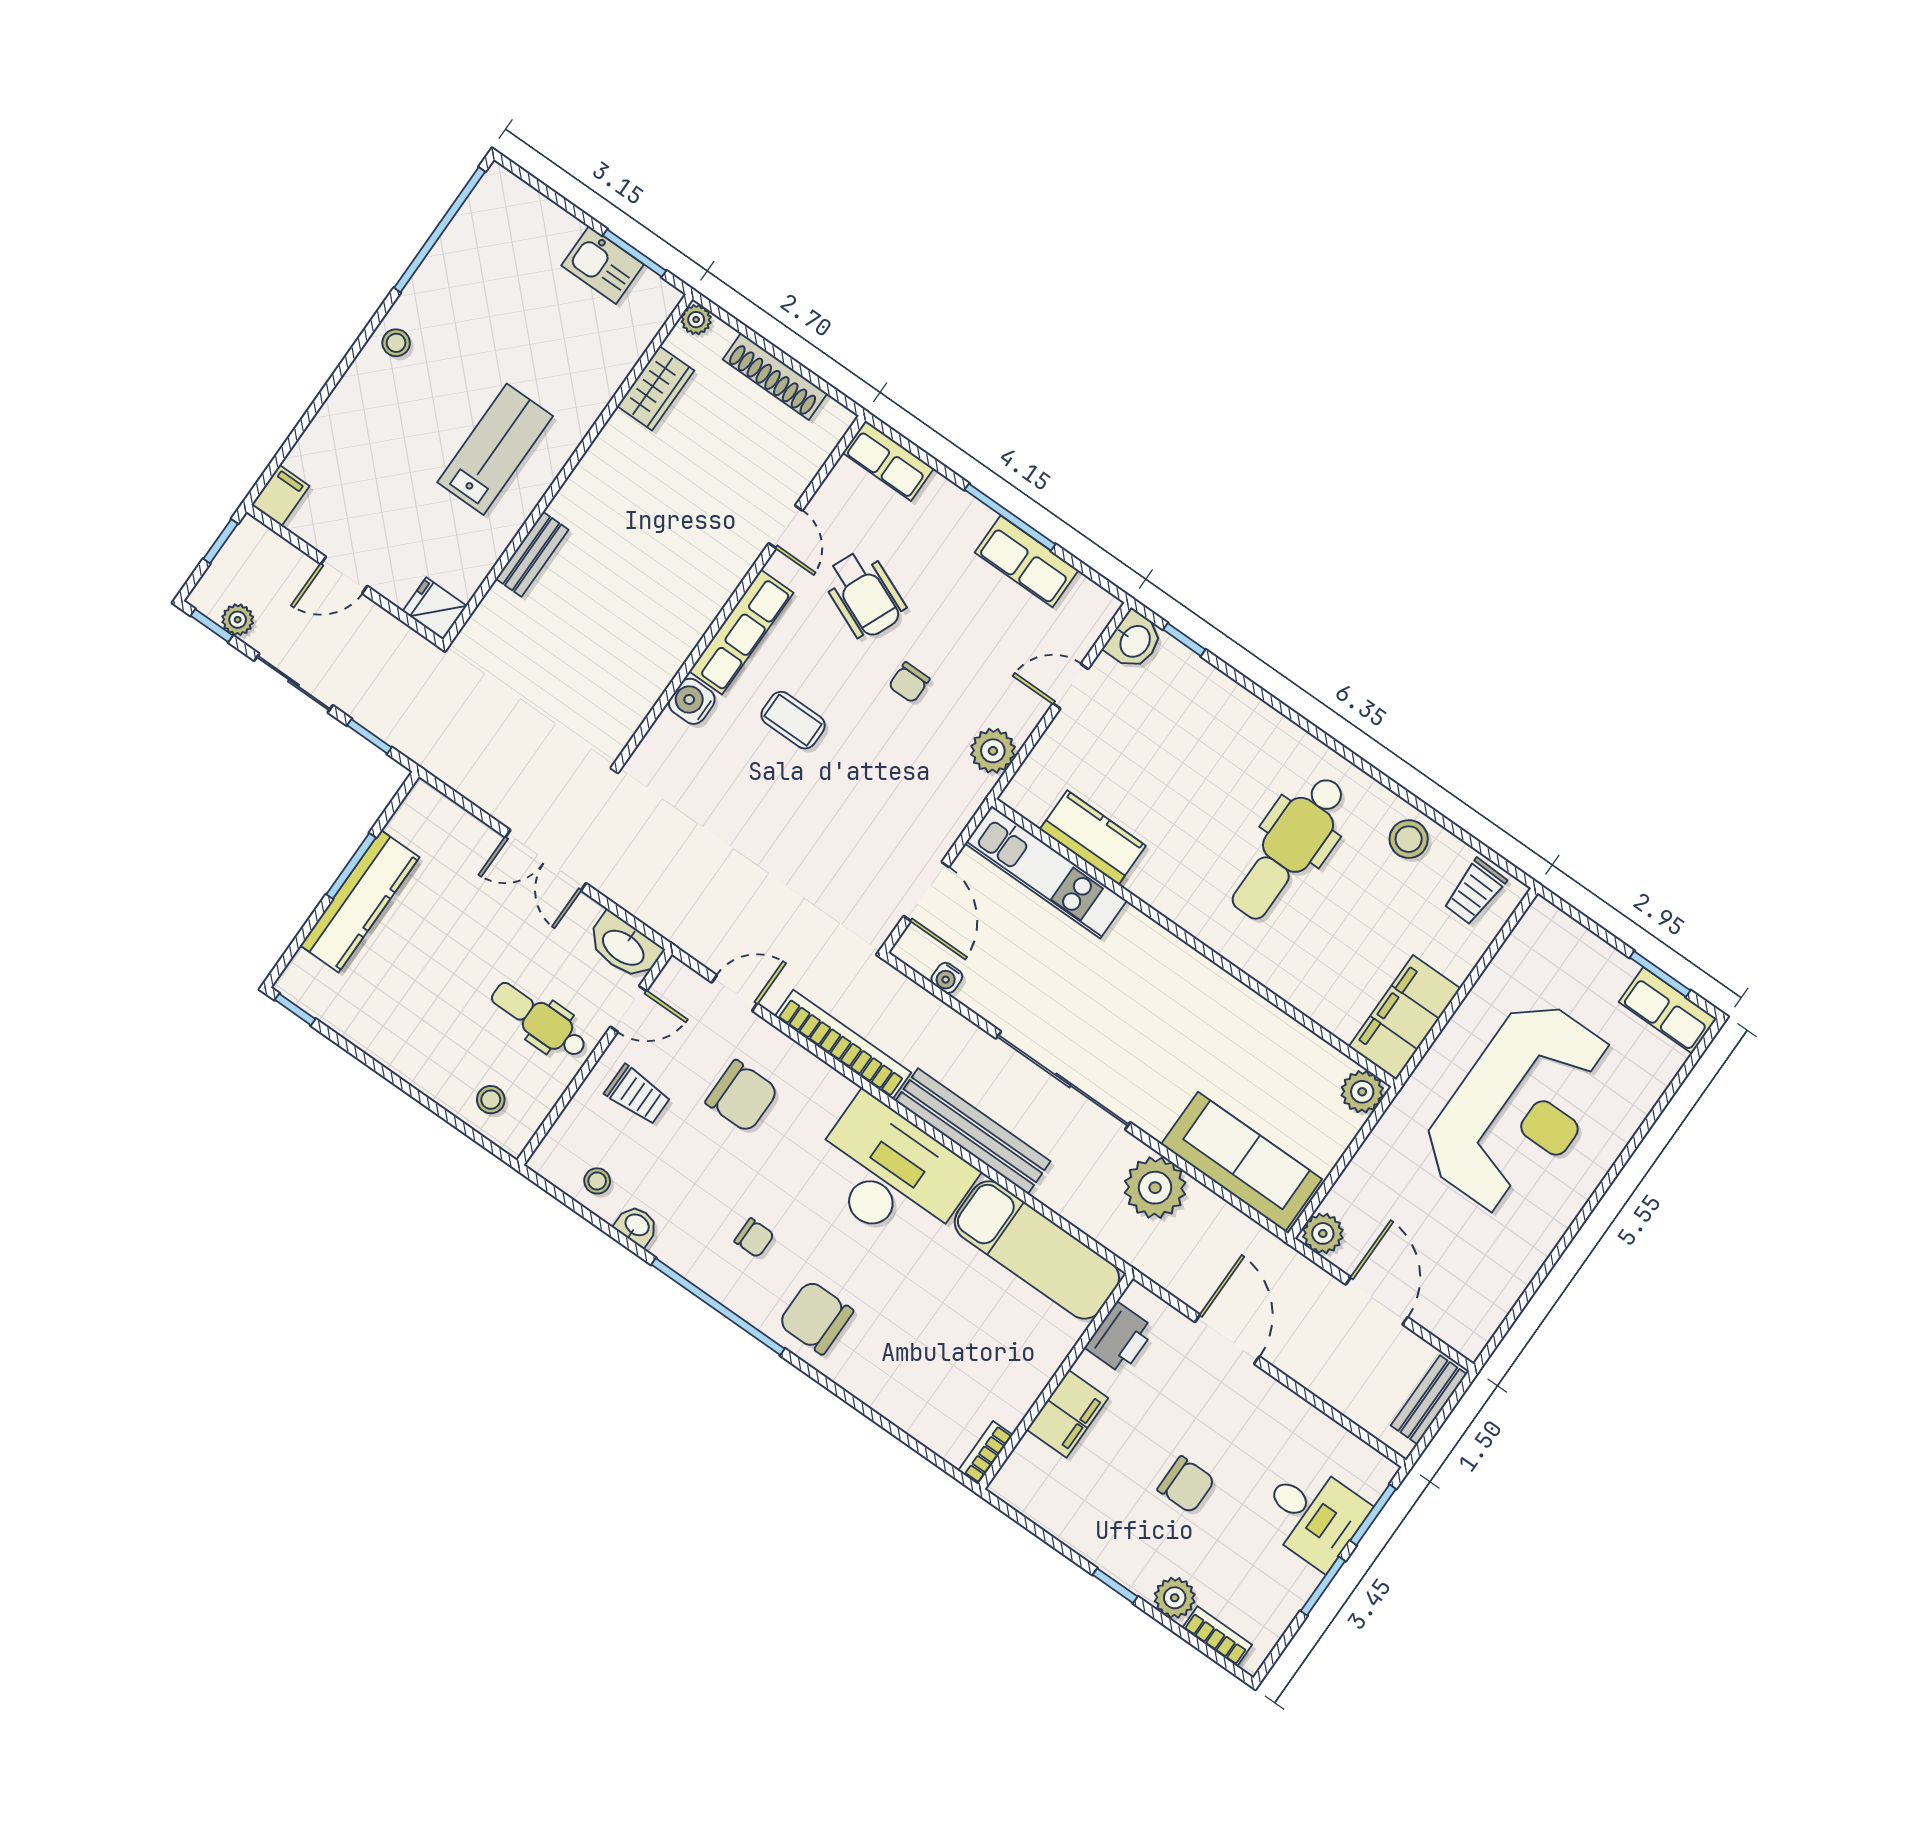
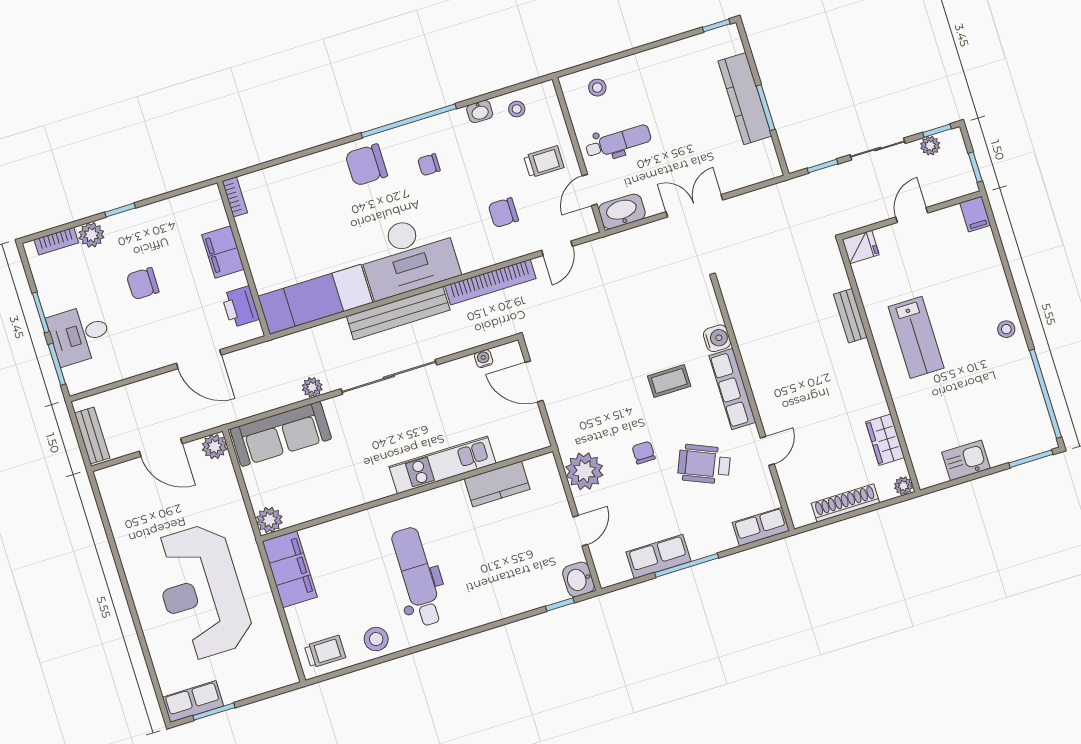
window: (635, 253) -> (1031, 459), moved
door: (786, 527) -> (767, 451), swing flipped
plant: (993, 751) -> (584, 471), width x1.36, depth x1.36
kitchen unit: (1046, 872) -> (442, 465), moved
trolley: (1475, 892) -> (325, 652), turned 88
trolley: (638, 1095) -> (544, 162), turned 180
chair: (742, 1096) -> (503, 213), width x0.73, depth x0.73
plant: (1155, 1188) -> (312, 387), width x0.53, depth x0.53
chair: (816, 1317) -> (366, 165), turned 180

